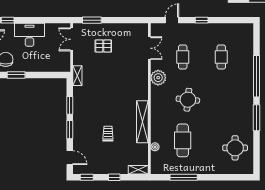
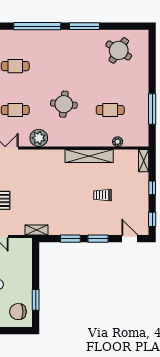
cafe table: (183, 140) -> (110, 110), width x0.73, depth x0.74
round table: (235, 148) -> (119, 50), turned 33
door: (70, 158) -> (130, 239), hinge flipped

